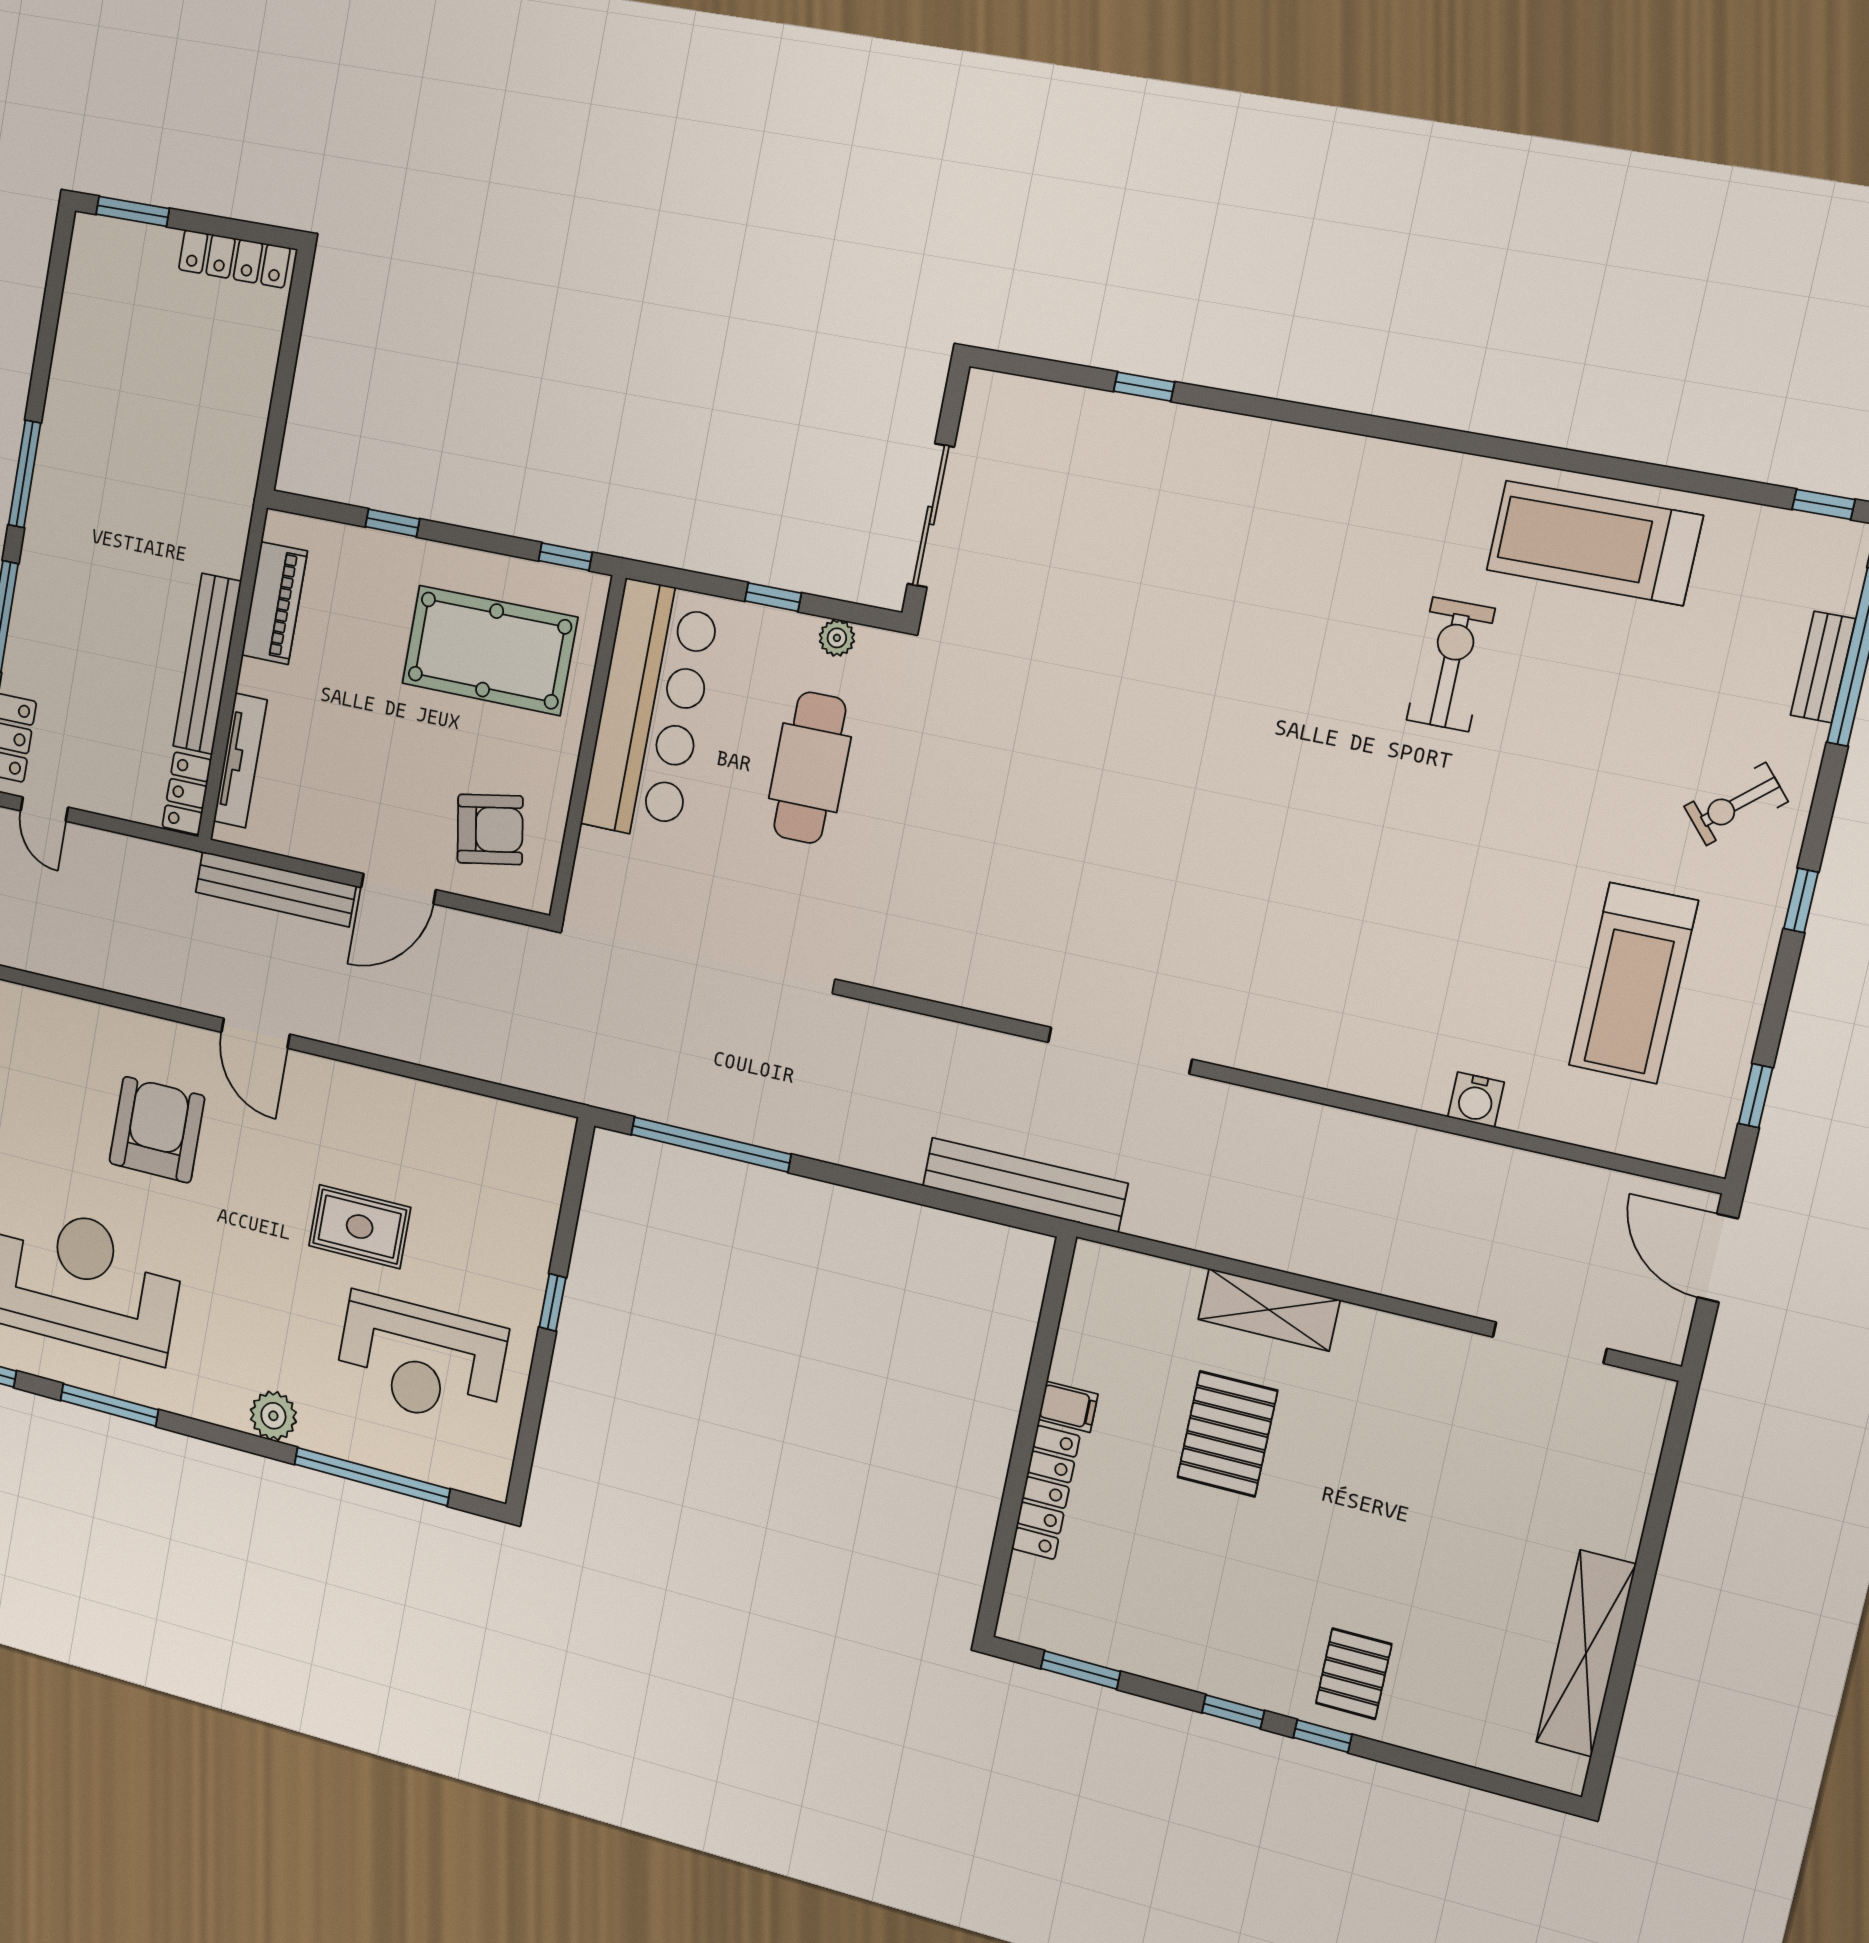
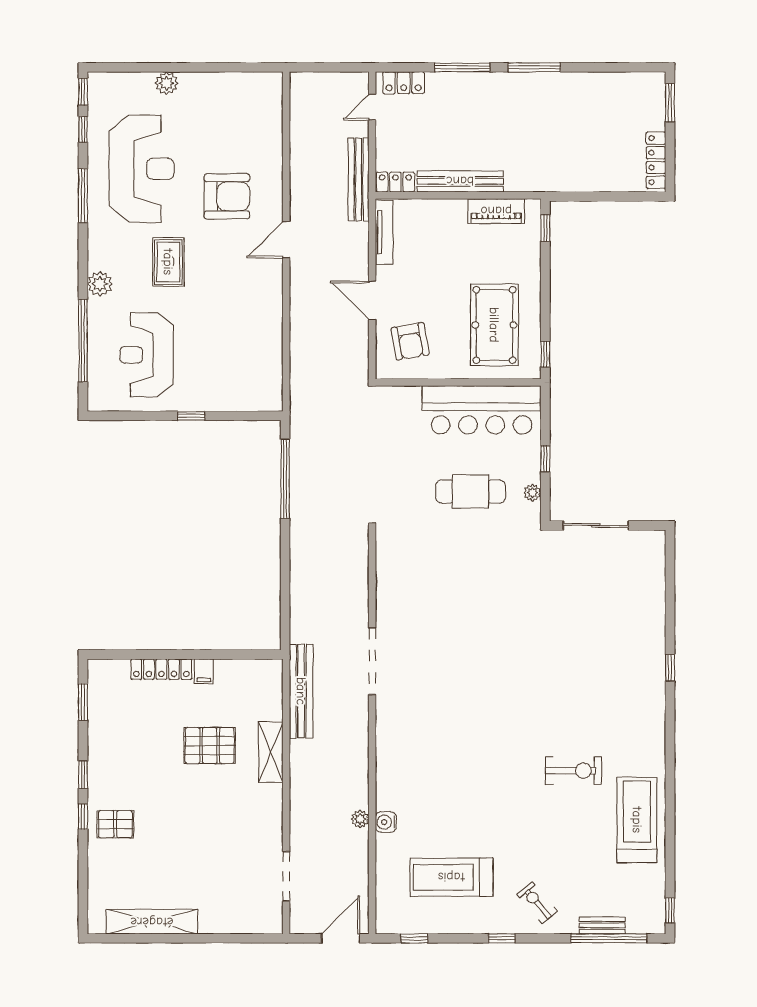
window: (1144, 387) -> (670, 668), moved
window: (392, 523) -> (545, 228), moved
tv unit: (240, 761) -> (384, 232), moved, turned -90
bench: (275, 889) -> (359, 179), moved
plant: (1457, 1154) -> (360, 819), added
bench: (1025, 1185) -> (301, 691), moved
rug: (360, 1227) -> (168, 262), moved

